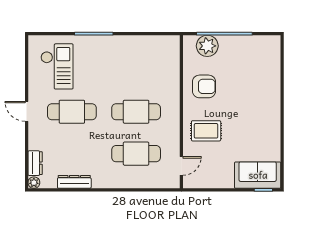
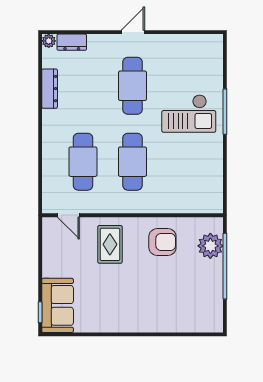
checkout: (57, 66) -> (189, 113), moved
armchair: (204, 86) -> (162, 242), turned -90

